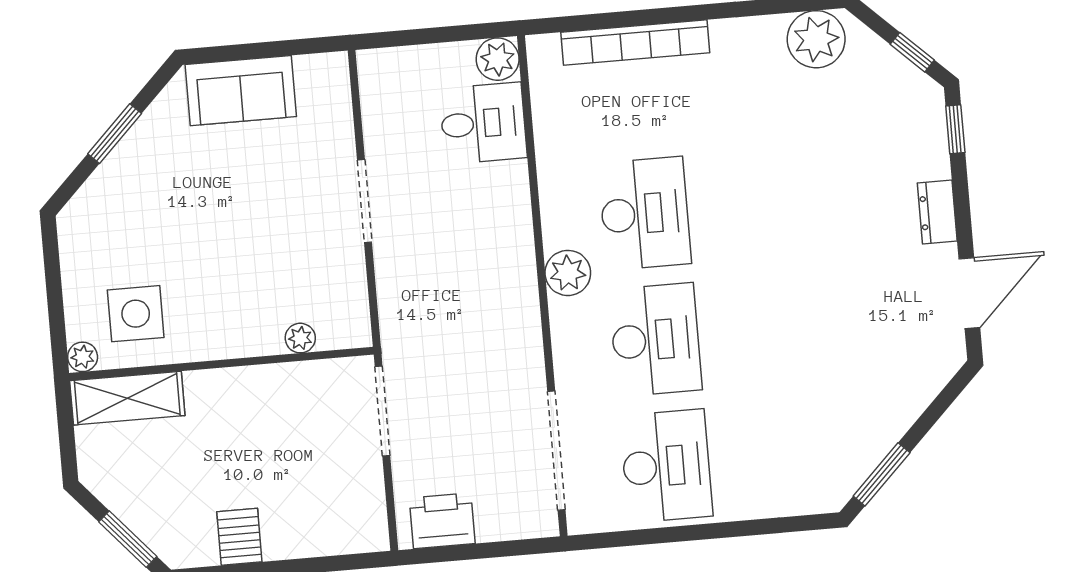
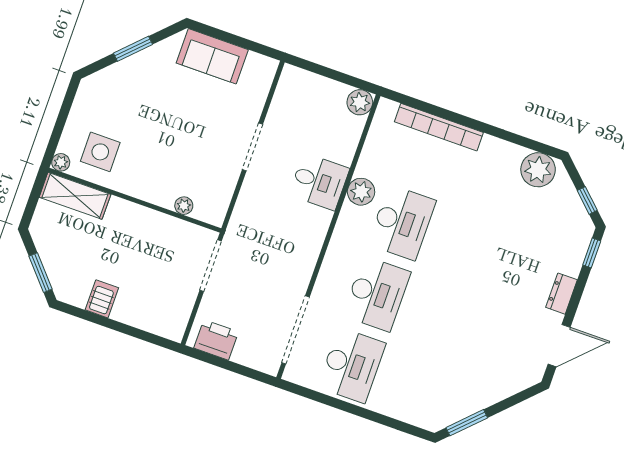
desk: (483, 123) -> (319, 182), moved
plant: (568, 273) -> (361, 192), moved

